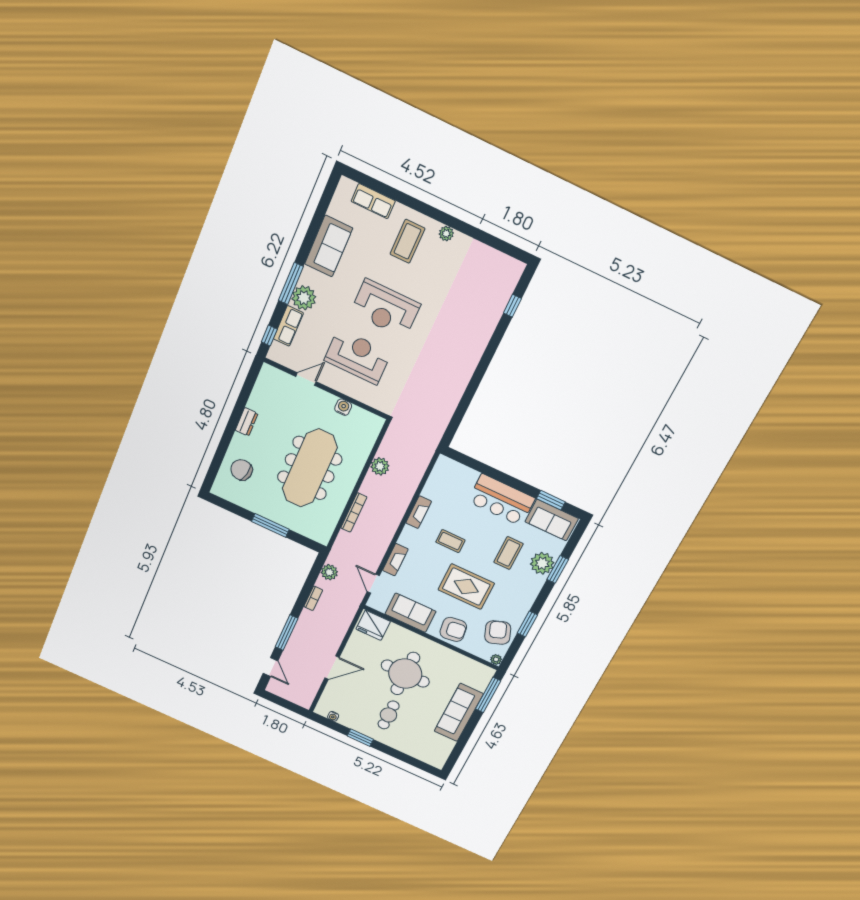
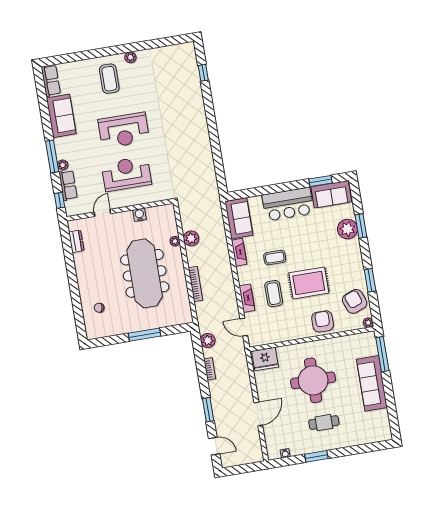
row of seats: (373, 201) -> (51, 81), moved, turned -90
plant: (304, 298) -> (63, 165), width x0.53, depth x0.53
dresser: (247, 422) -> (76, 241), moved
plant: (362, 458) -> (175, 241), added
chair: (242, 470) -> (99, 308), width x0.54, depth x0.54
coffee table: (508, 553) -> (274, 294), moved
sofa: (410, 613) -> (239, 218), moved, turned 90
armchair: (453, 629) -> (323, 321), turned -82
window: (287, 633) -> (208, 410), width x0.69
cafe table: (388, 715) -> (324, 423), turned 90

